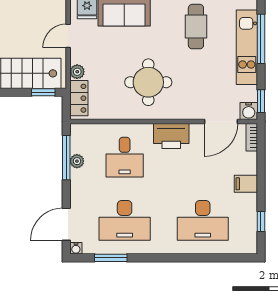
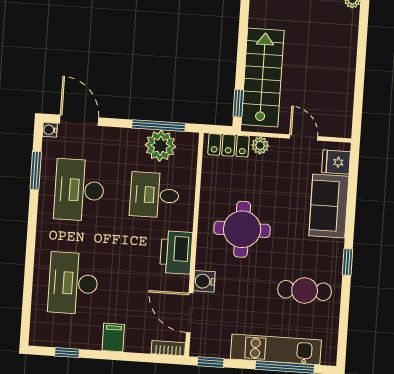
water cooler: (249, 111) -> (204, 281), moved
plant: (77, 161) -> (160, 146), width x1.87, depth x1.87

